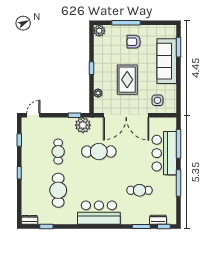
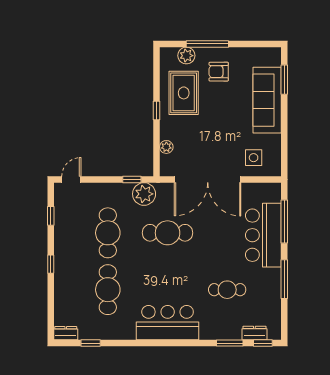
plant: (99, 31) -> (186, 56), moved
rug: (127, 80) -> (184, 93), moved
cafe table: (58, 152) -> (108, 233), width x1.37, depth x1.35

